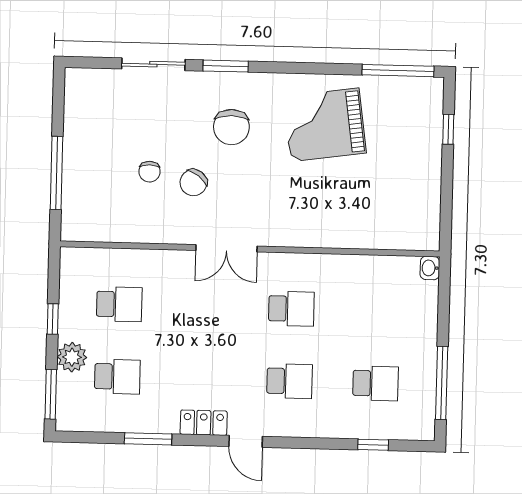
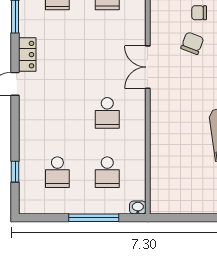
chair: (193, 183) -> (192, 43), turned 74
school desk: (289, 381) -> (107, 172), moved
window: (442, 383) -> (94, 218), moved

